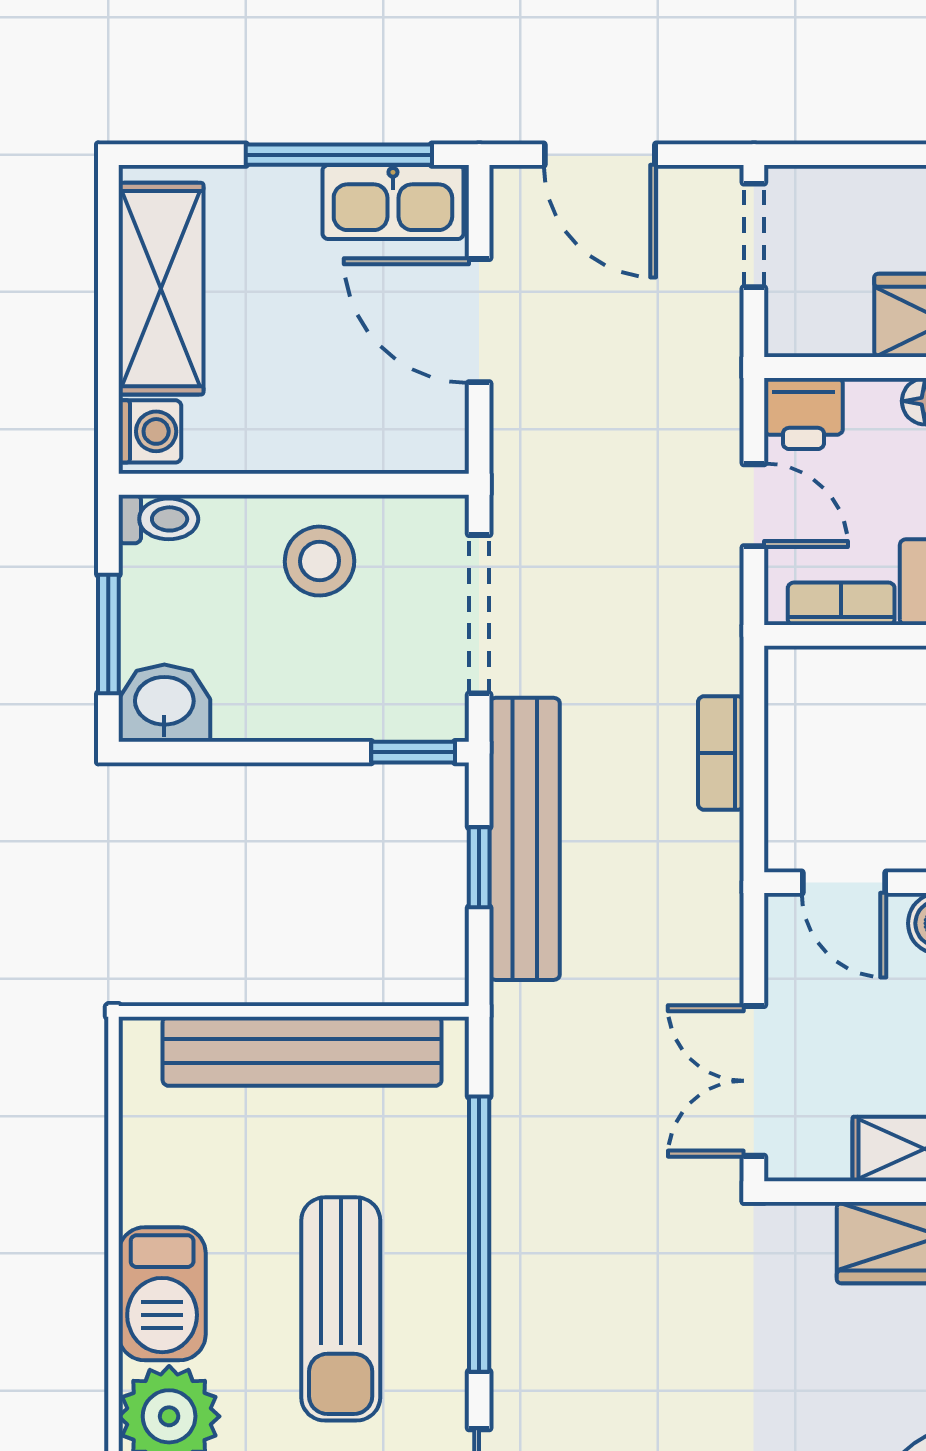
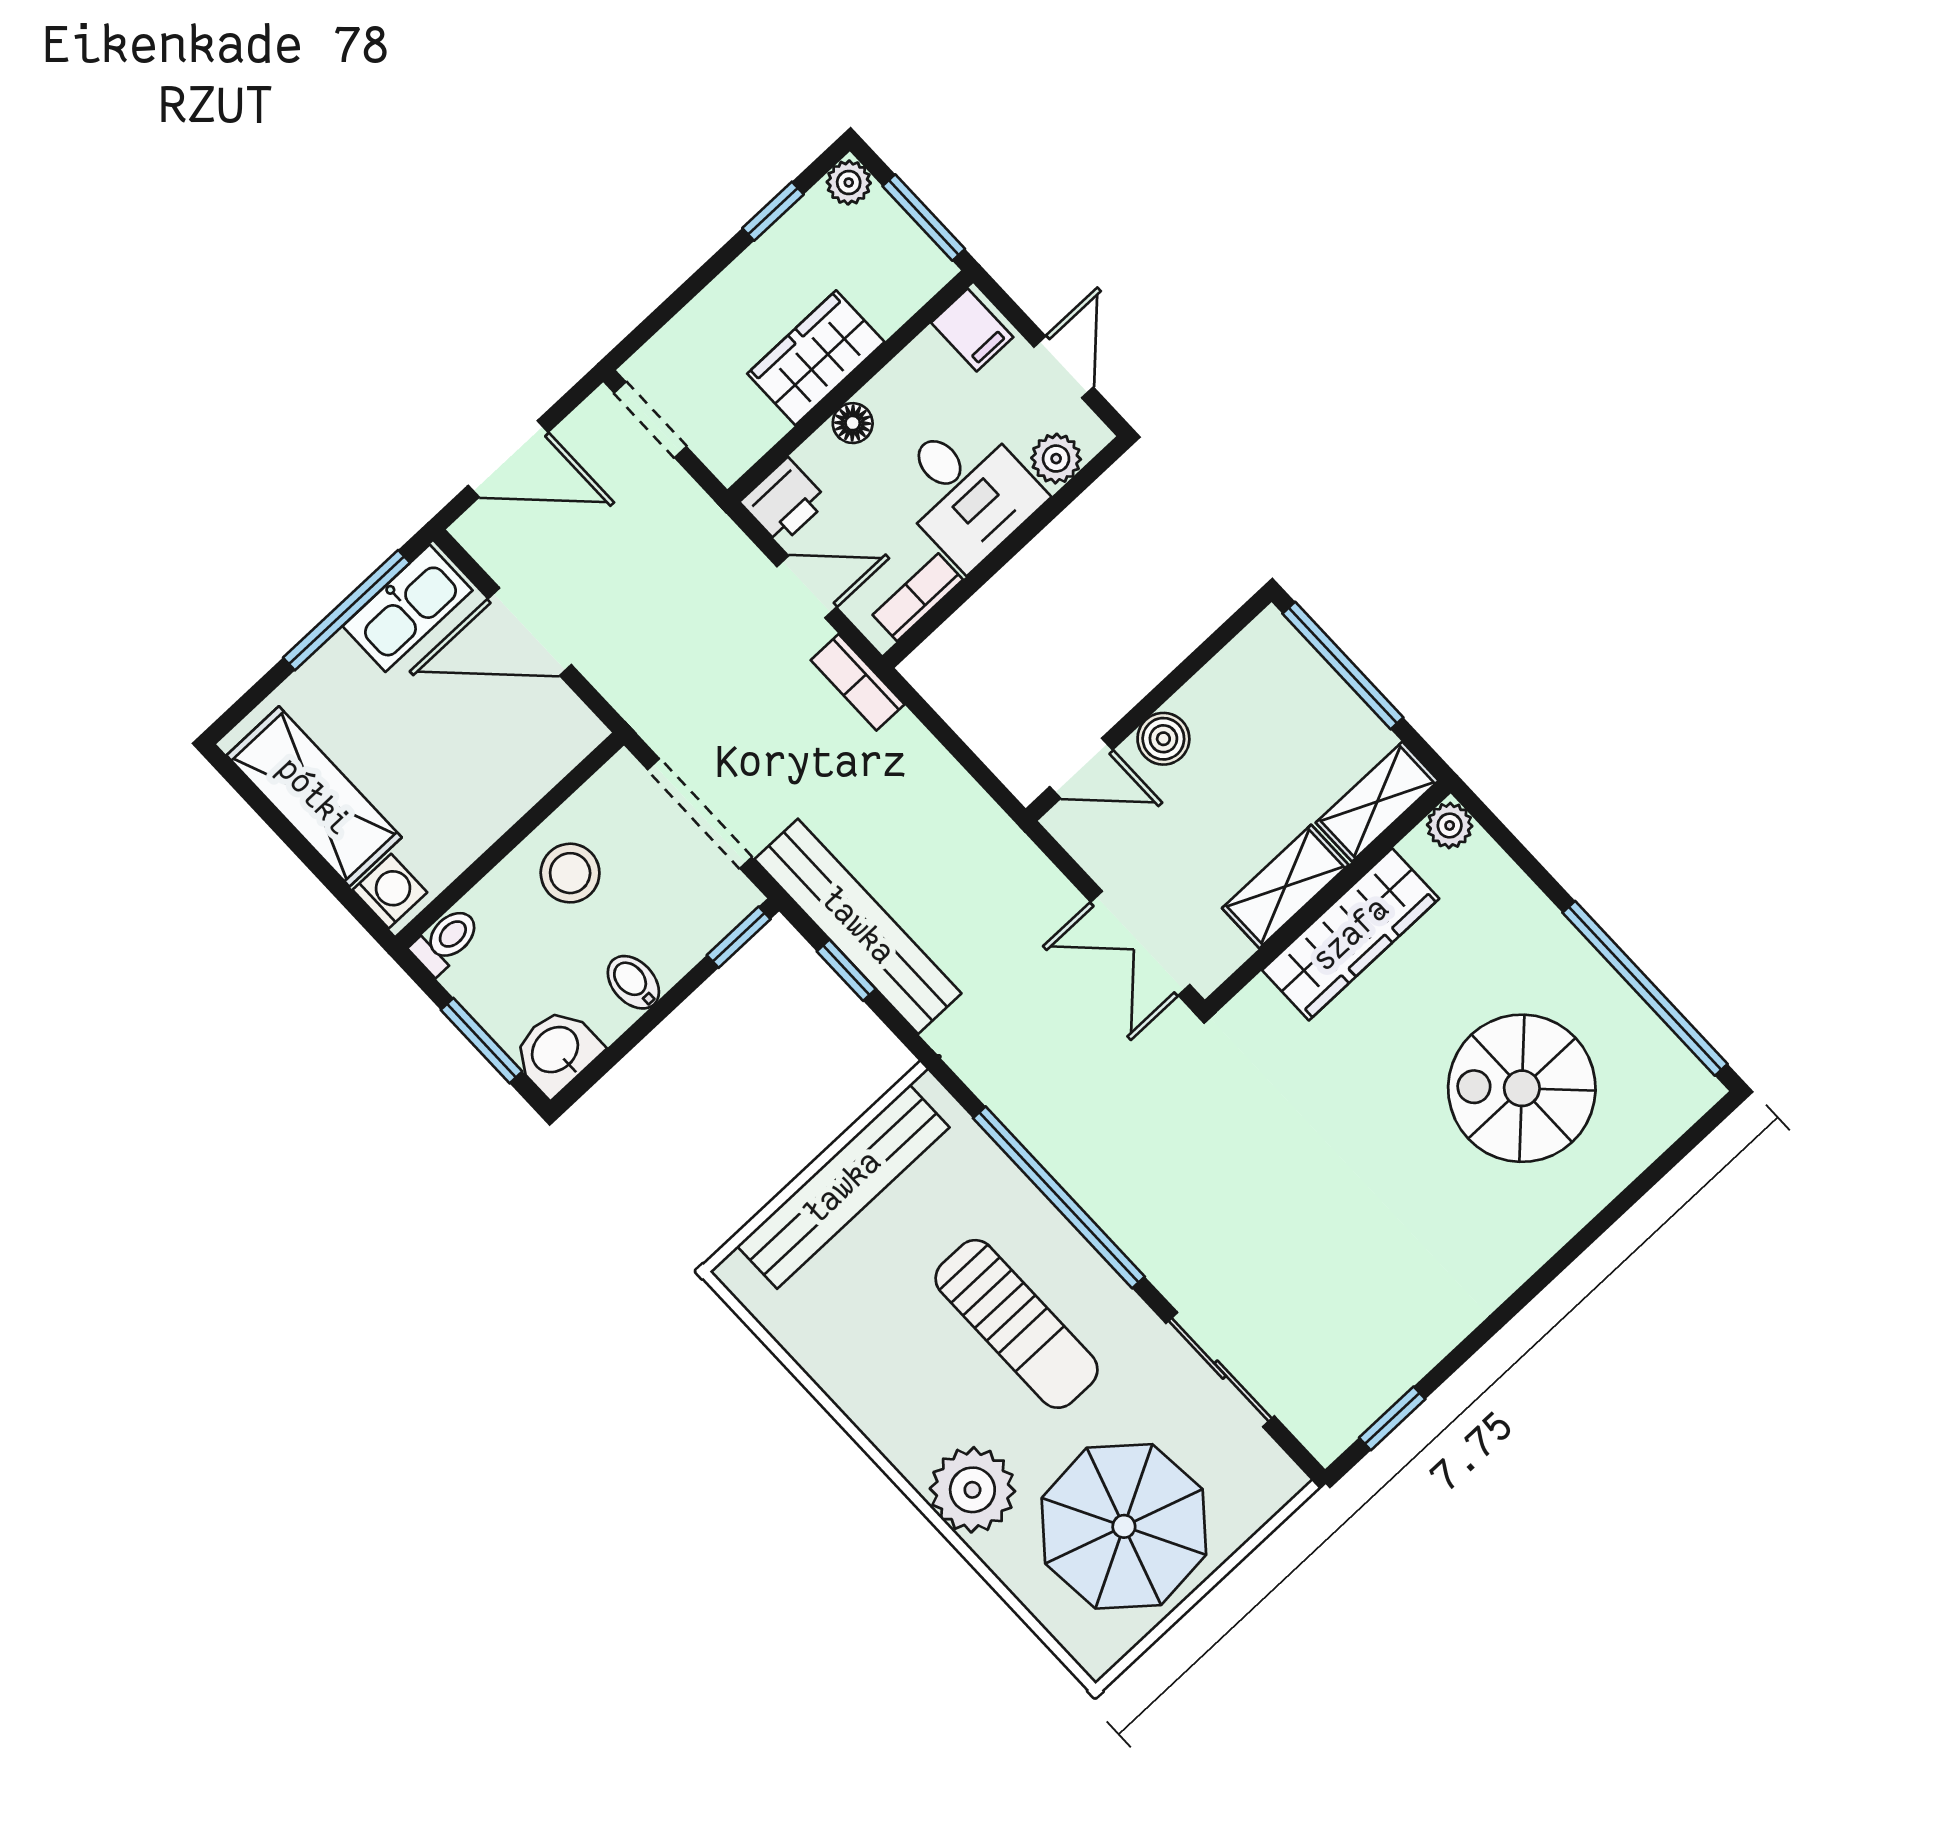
bidet: (286, 706) -> (633, 982), added
bookcase: (721, 753) -> (858, 682), moved
barbecue: (162, 1294) -> (897, 1418), removed

